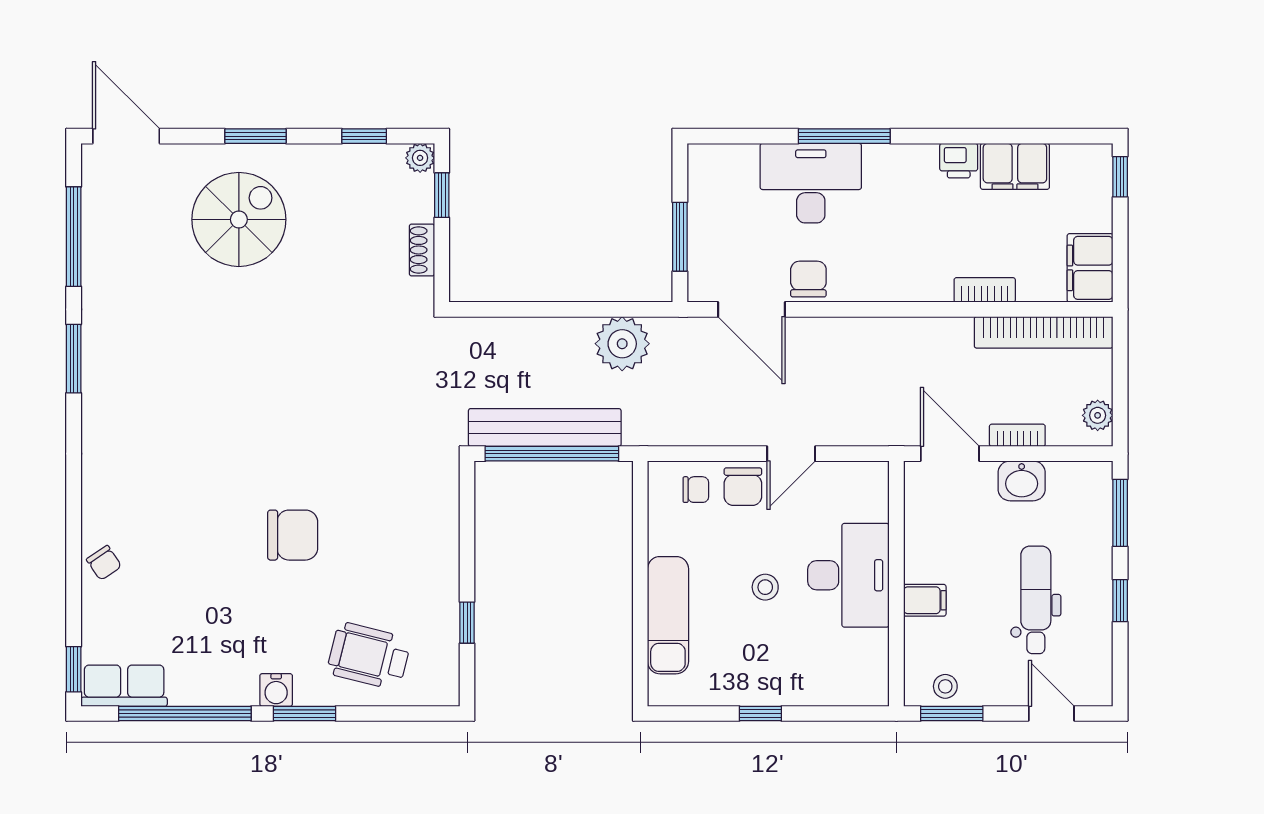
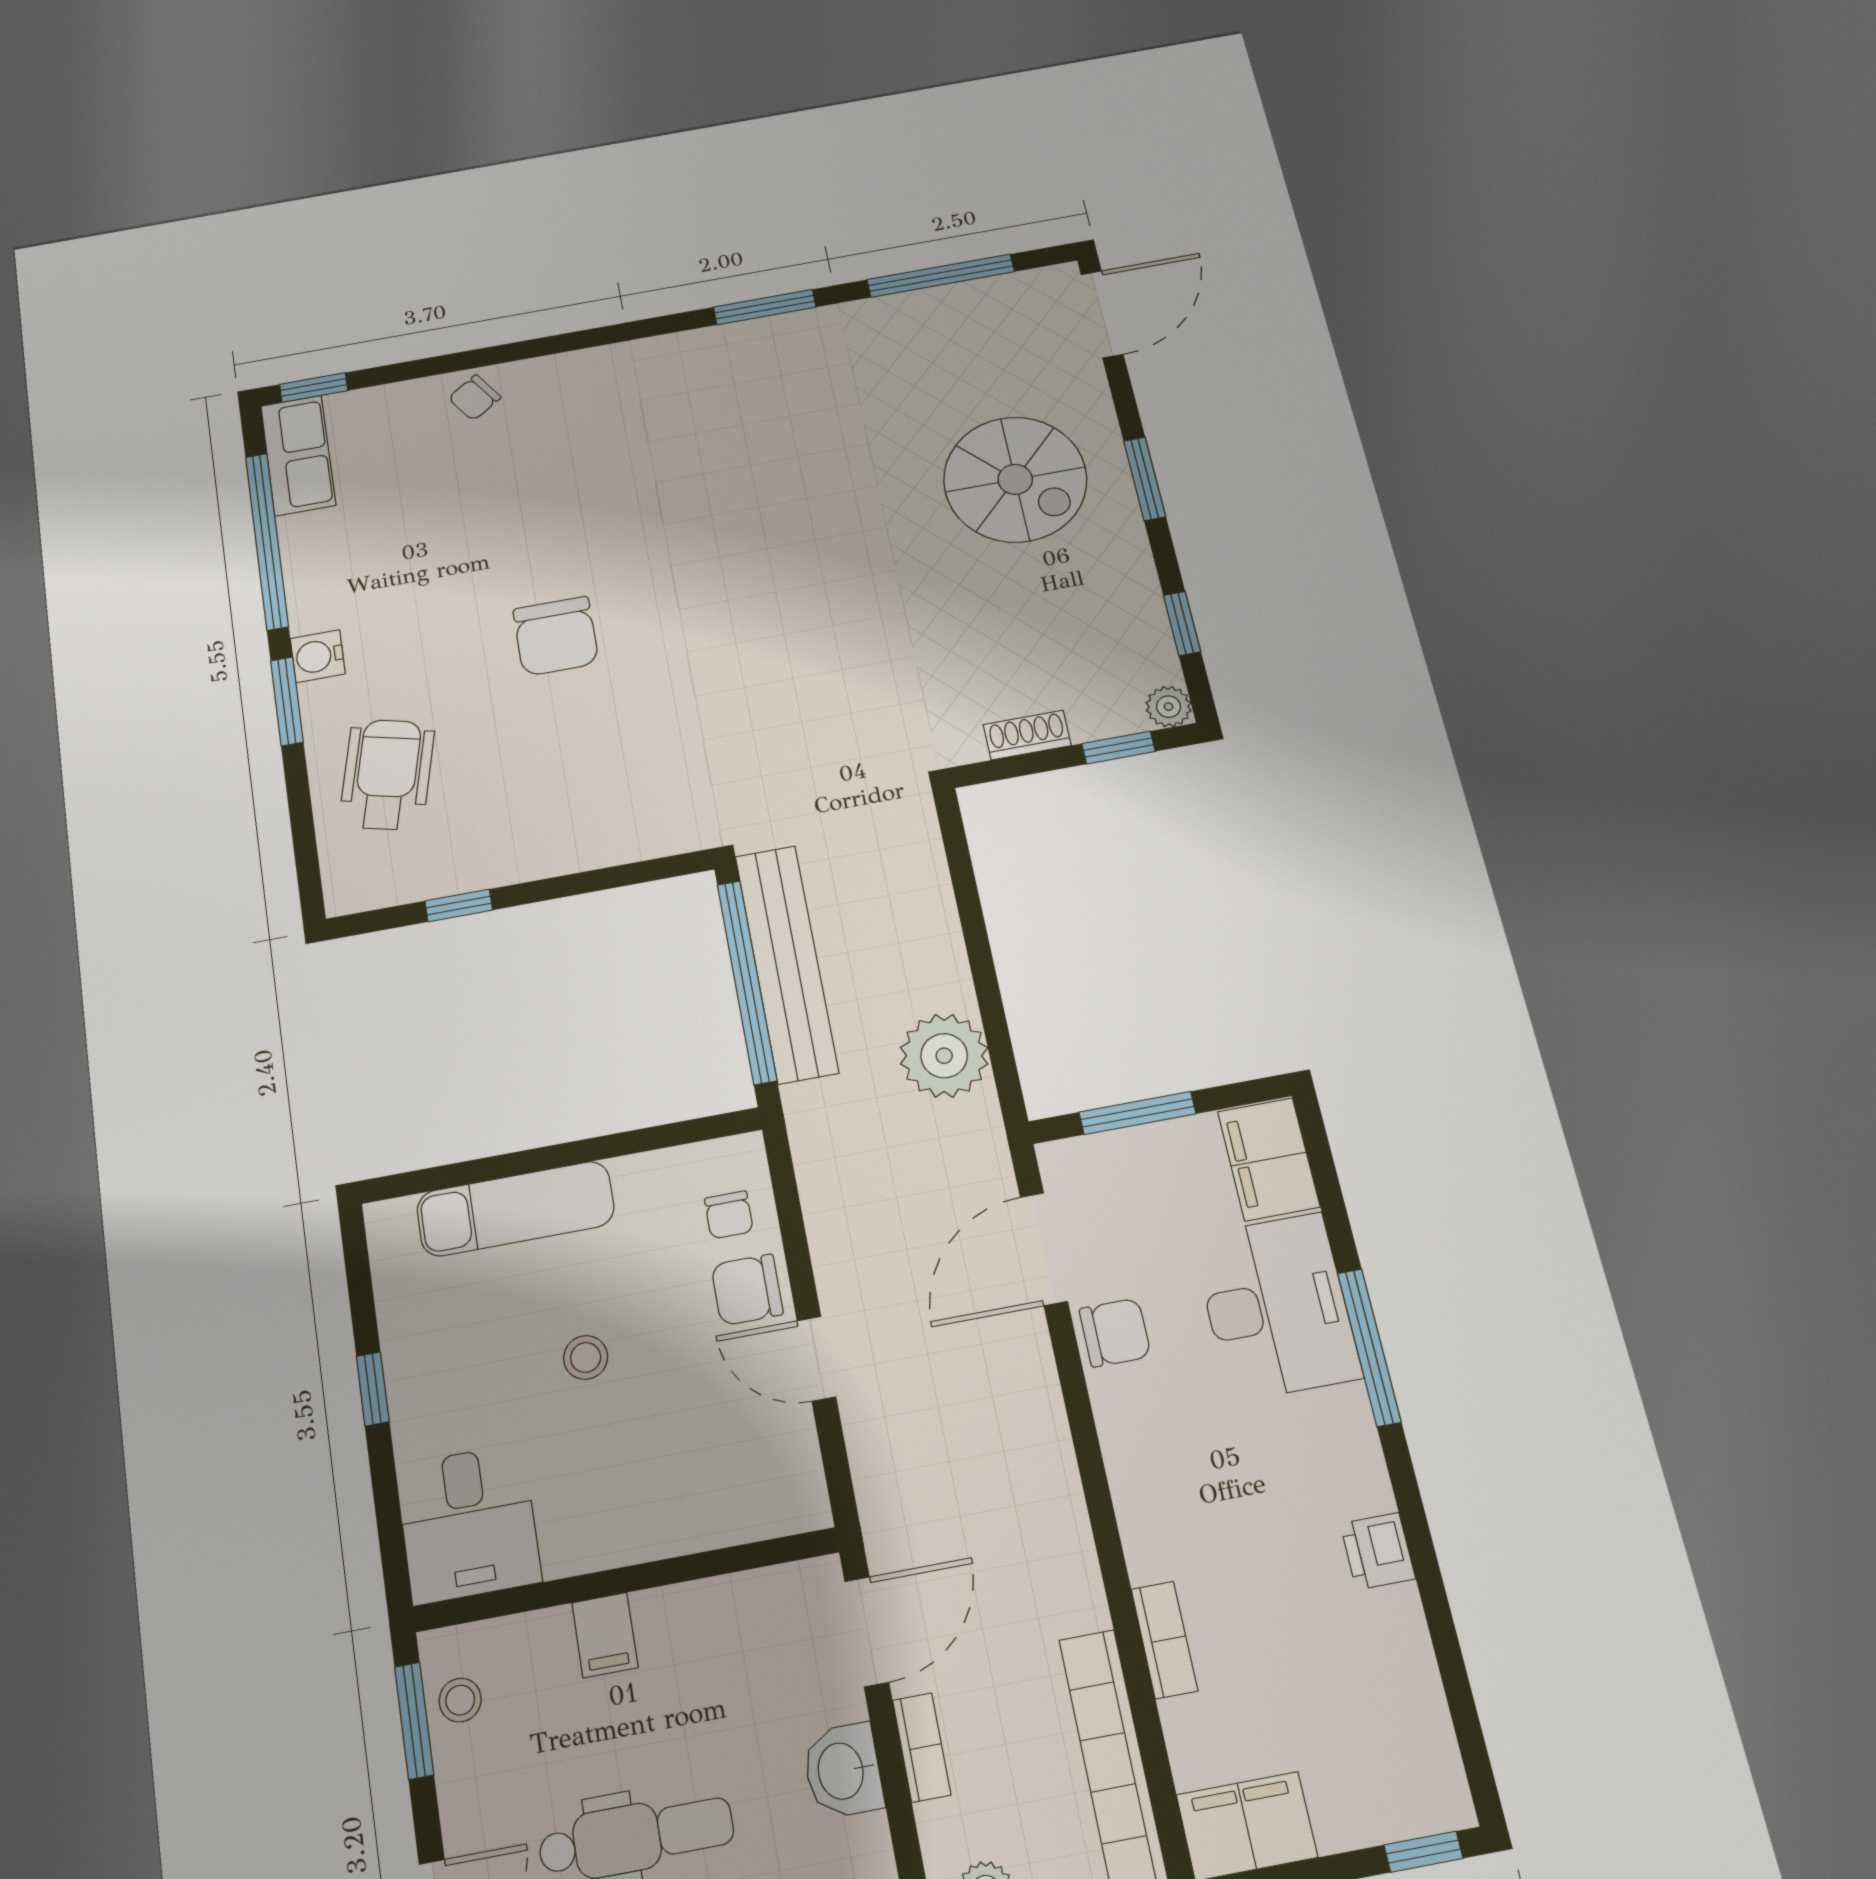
filing cabinet: (1015, 166) -> (1269, 1159), moved
desk: (848, 575) -> (468, 1524), moved, width x0.73

